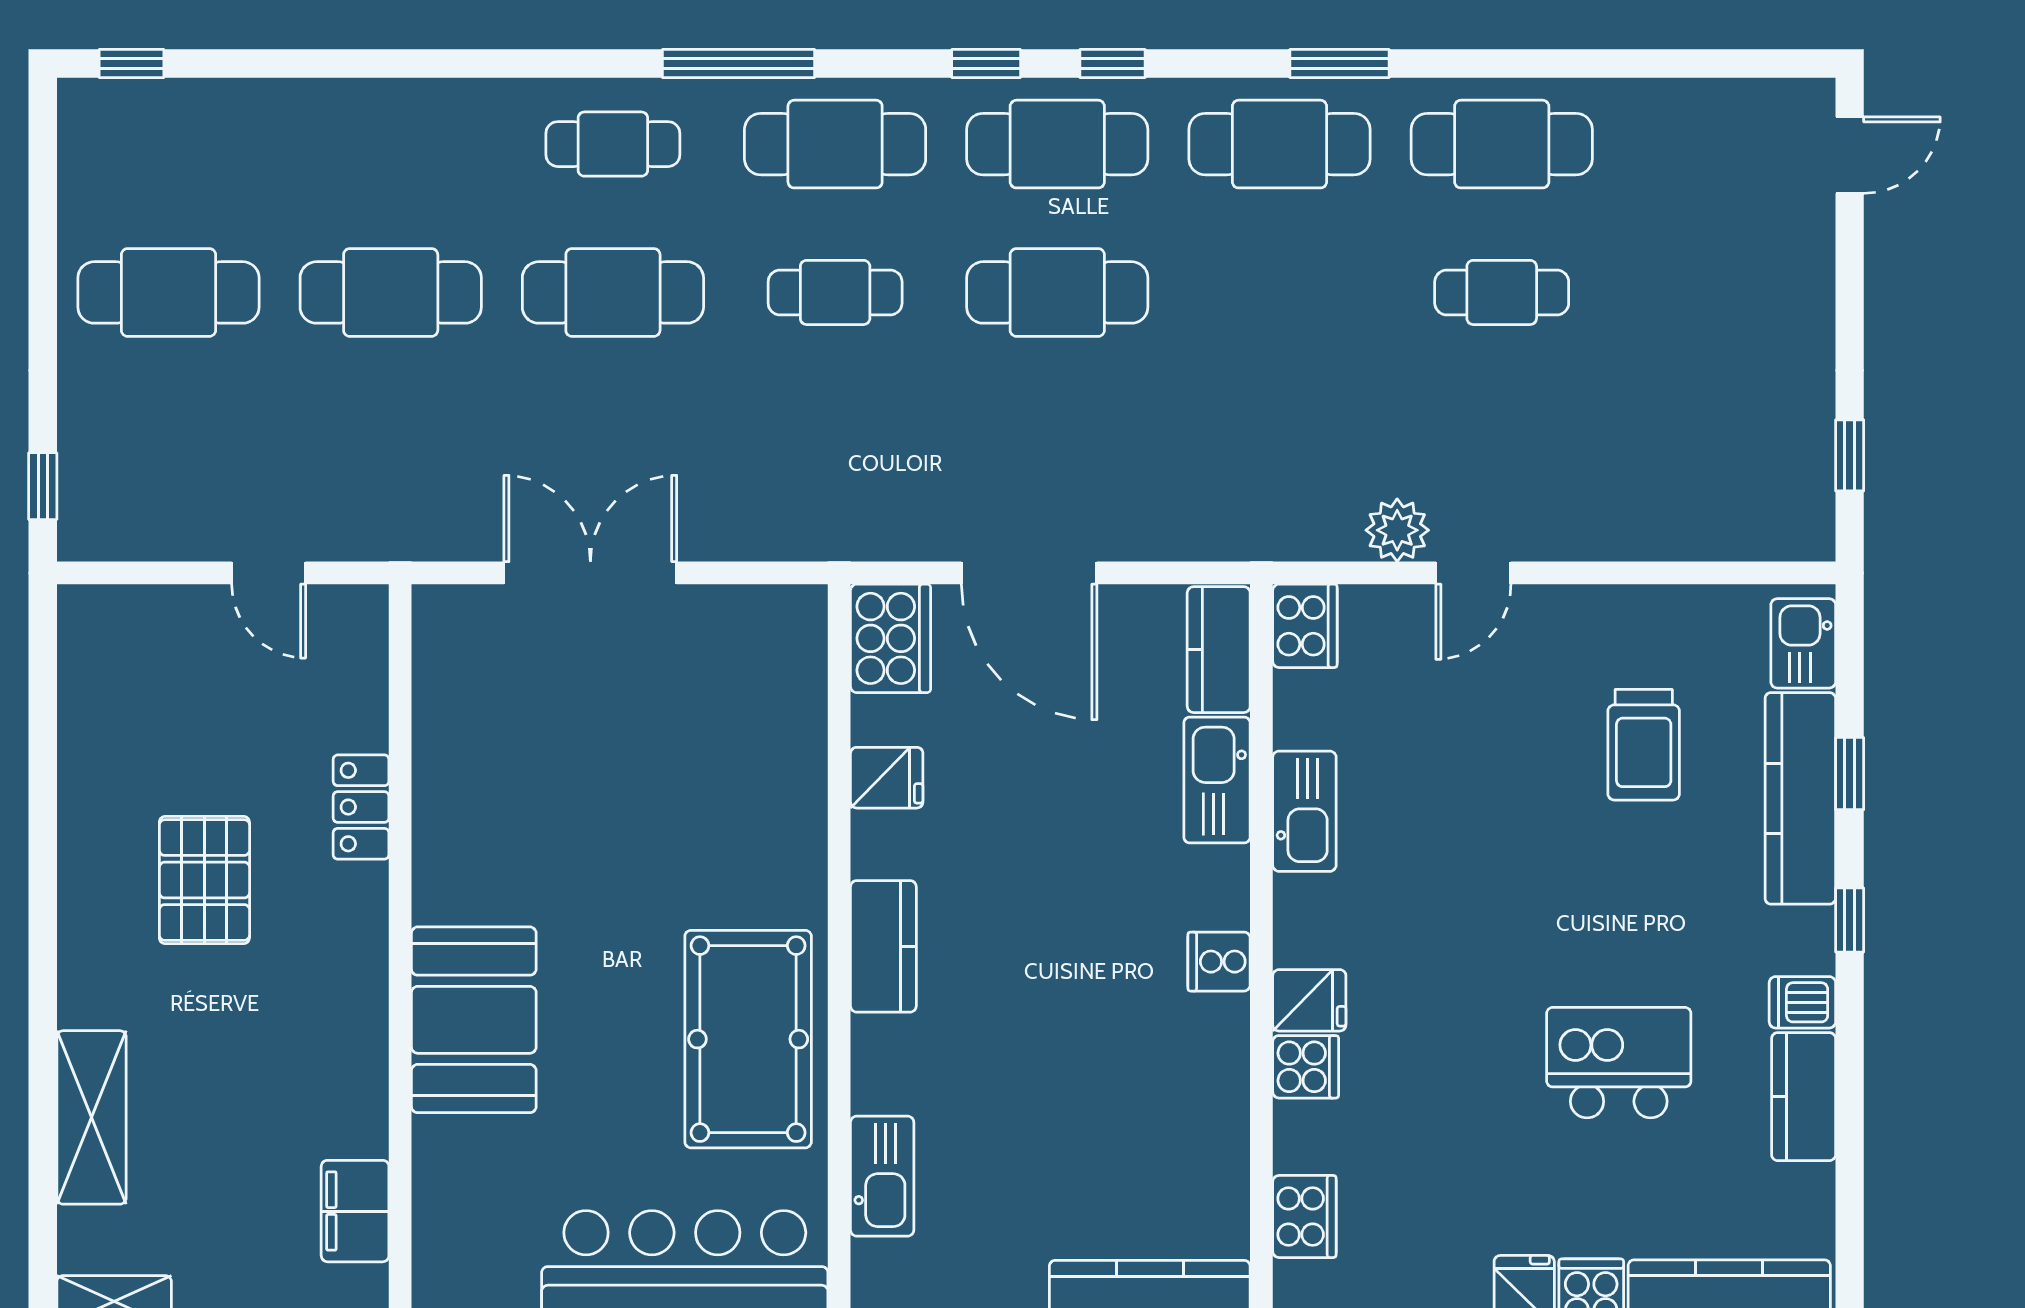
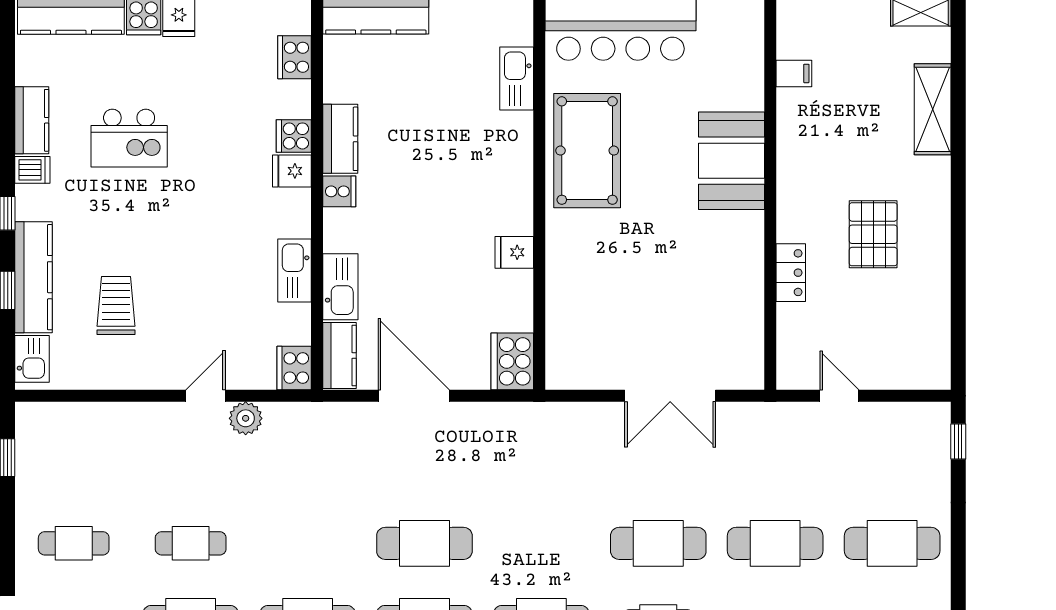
cafe table: (835, 292) -> (74, 543), moved
door: (1029, 573) -> (414, 396), moved
fridge: (887, 778) -> (514, 252), moved
kitchen counter: (883, 946) -> (340, 139), moved, turned 180
filing cabinet: (355, 1211) -> (794, 73), width x0.50

